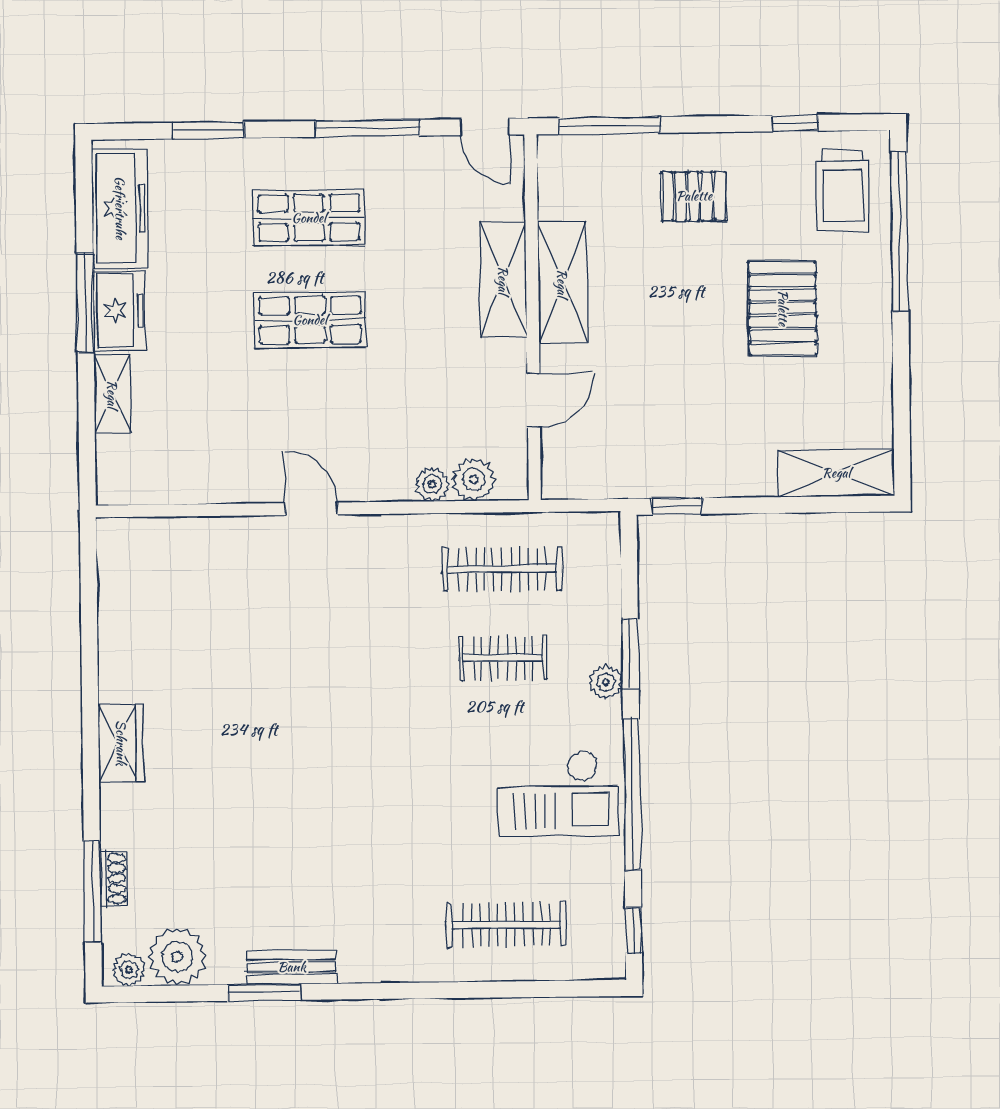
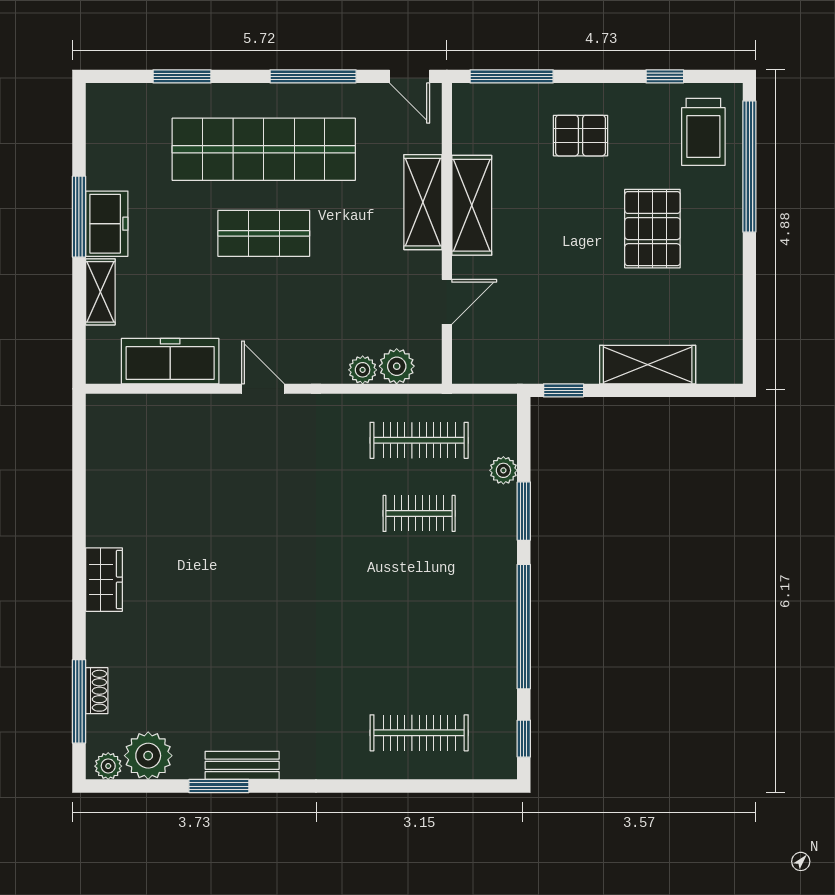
freezer: (120, 208) -> (170, 361), moved, turned -90
shop shelf: (309, 218) -> (264, 149), width x2.00, depth x1.36
shelving: (836, 473) -> (648, 365), moved
plant: (606, 682) -> (503, 470), moved
checkout: (559, 793) -> (463, 625), removed

